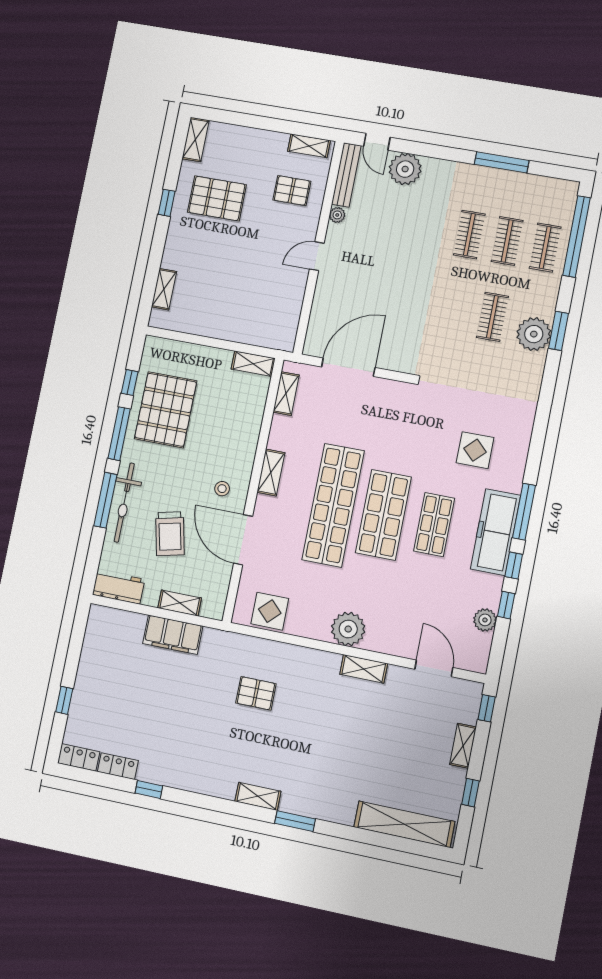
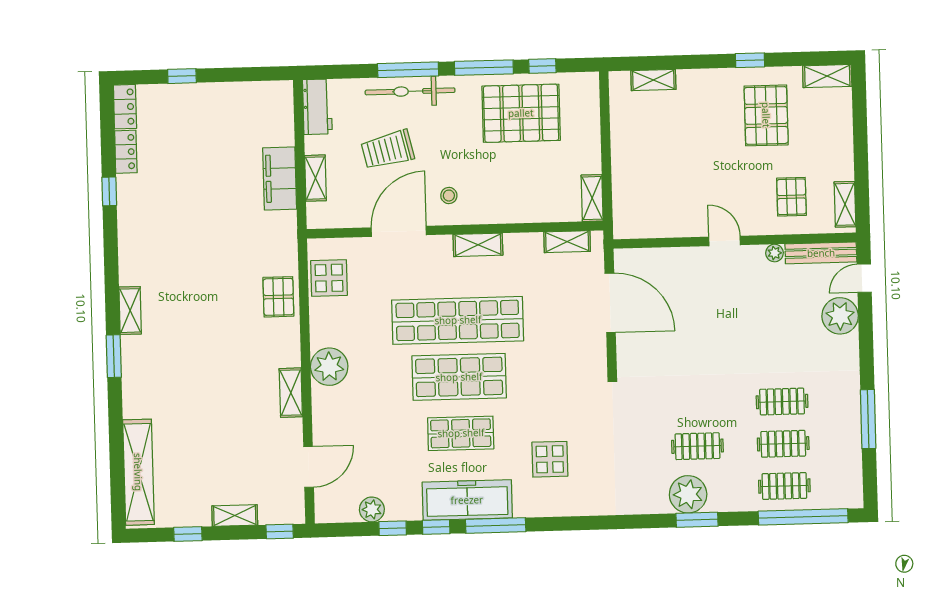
pallet: (256, 693) -> (278, 297), moved

